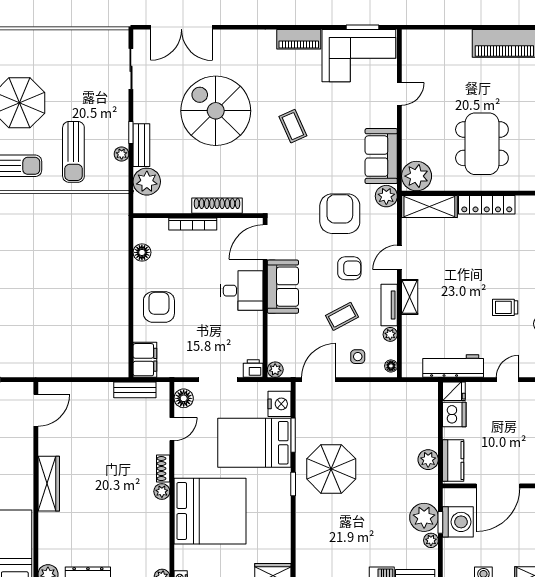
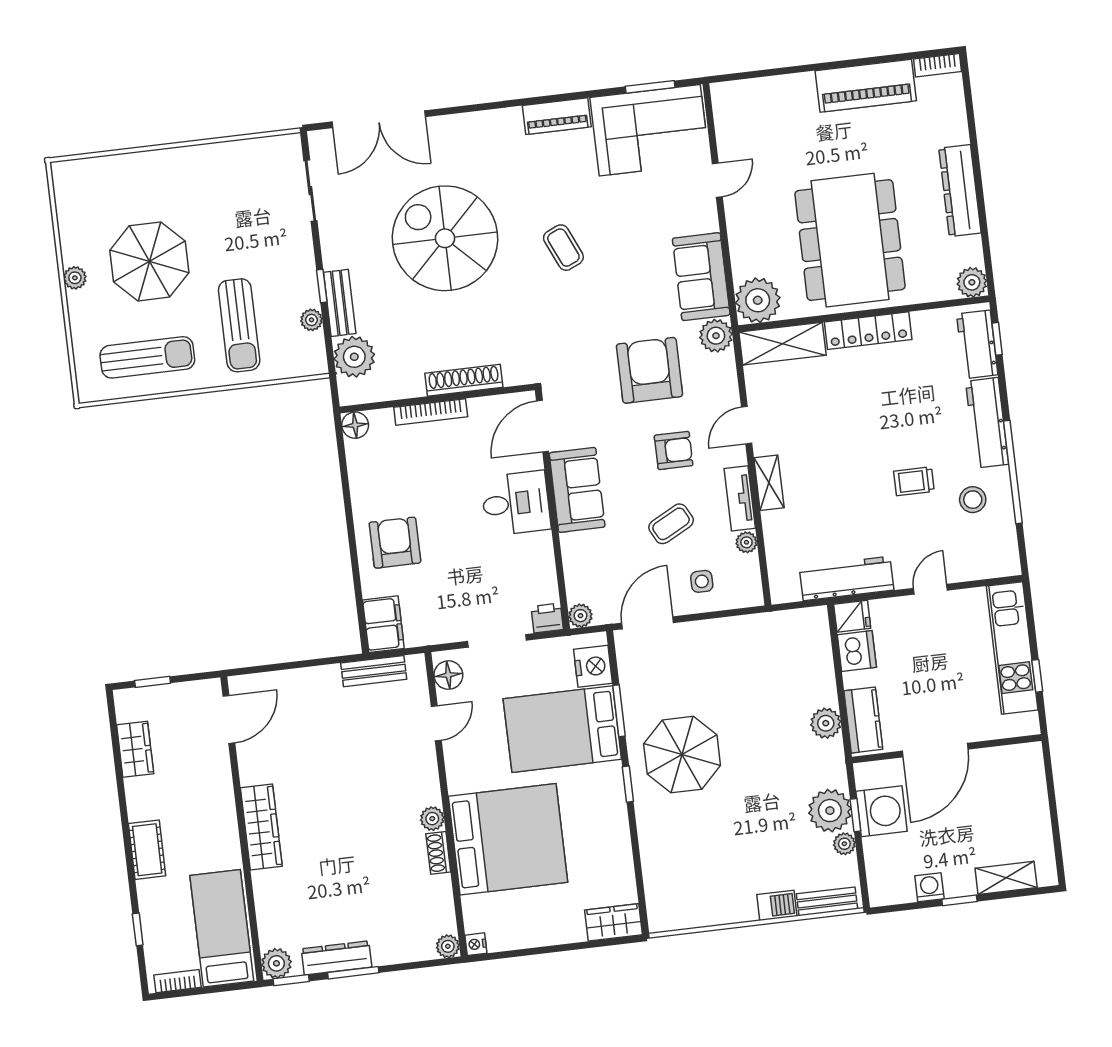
dining table: (482, 144) -> (850, 240), width x1.36, depth x1.24
floor lamp: (142, 252) -> (355, 425), moved
floor lamp: (391, 366) -> (753, 589), removed
shoe rack: (163, 469) -> (438, 853), moved

